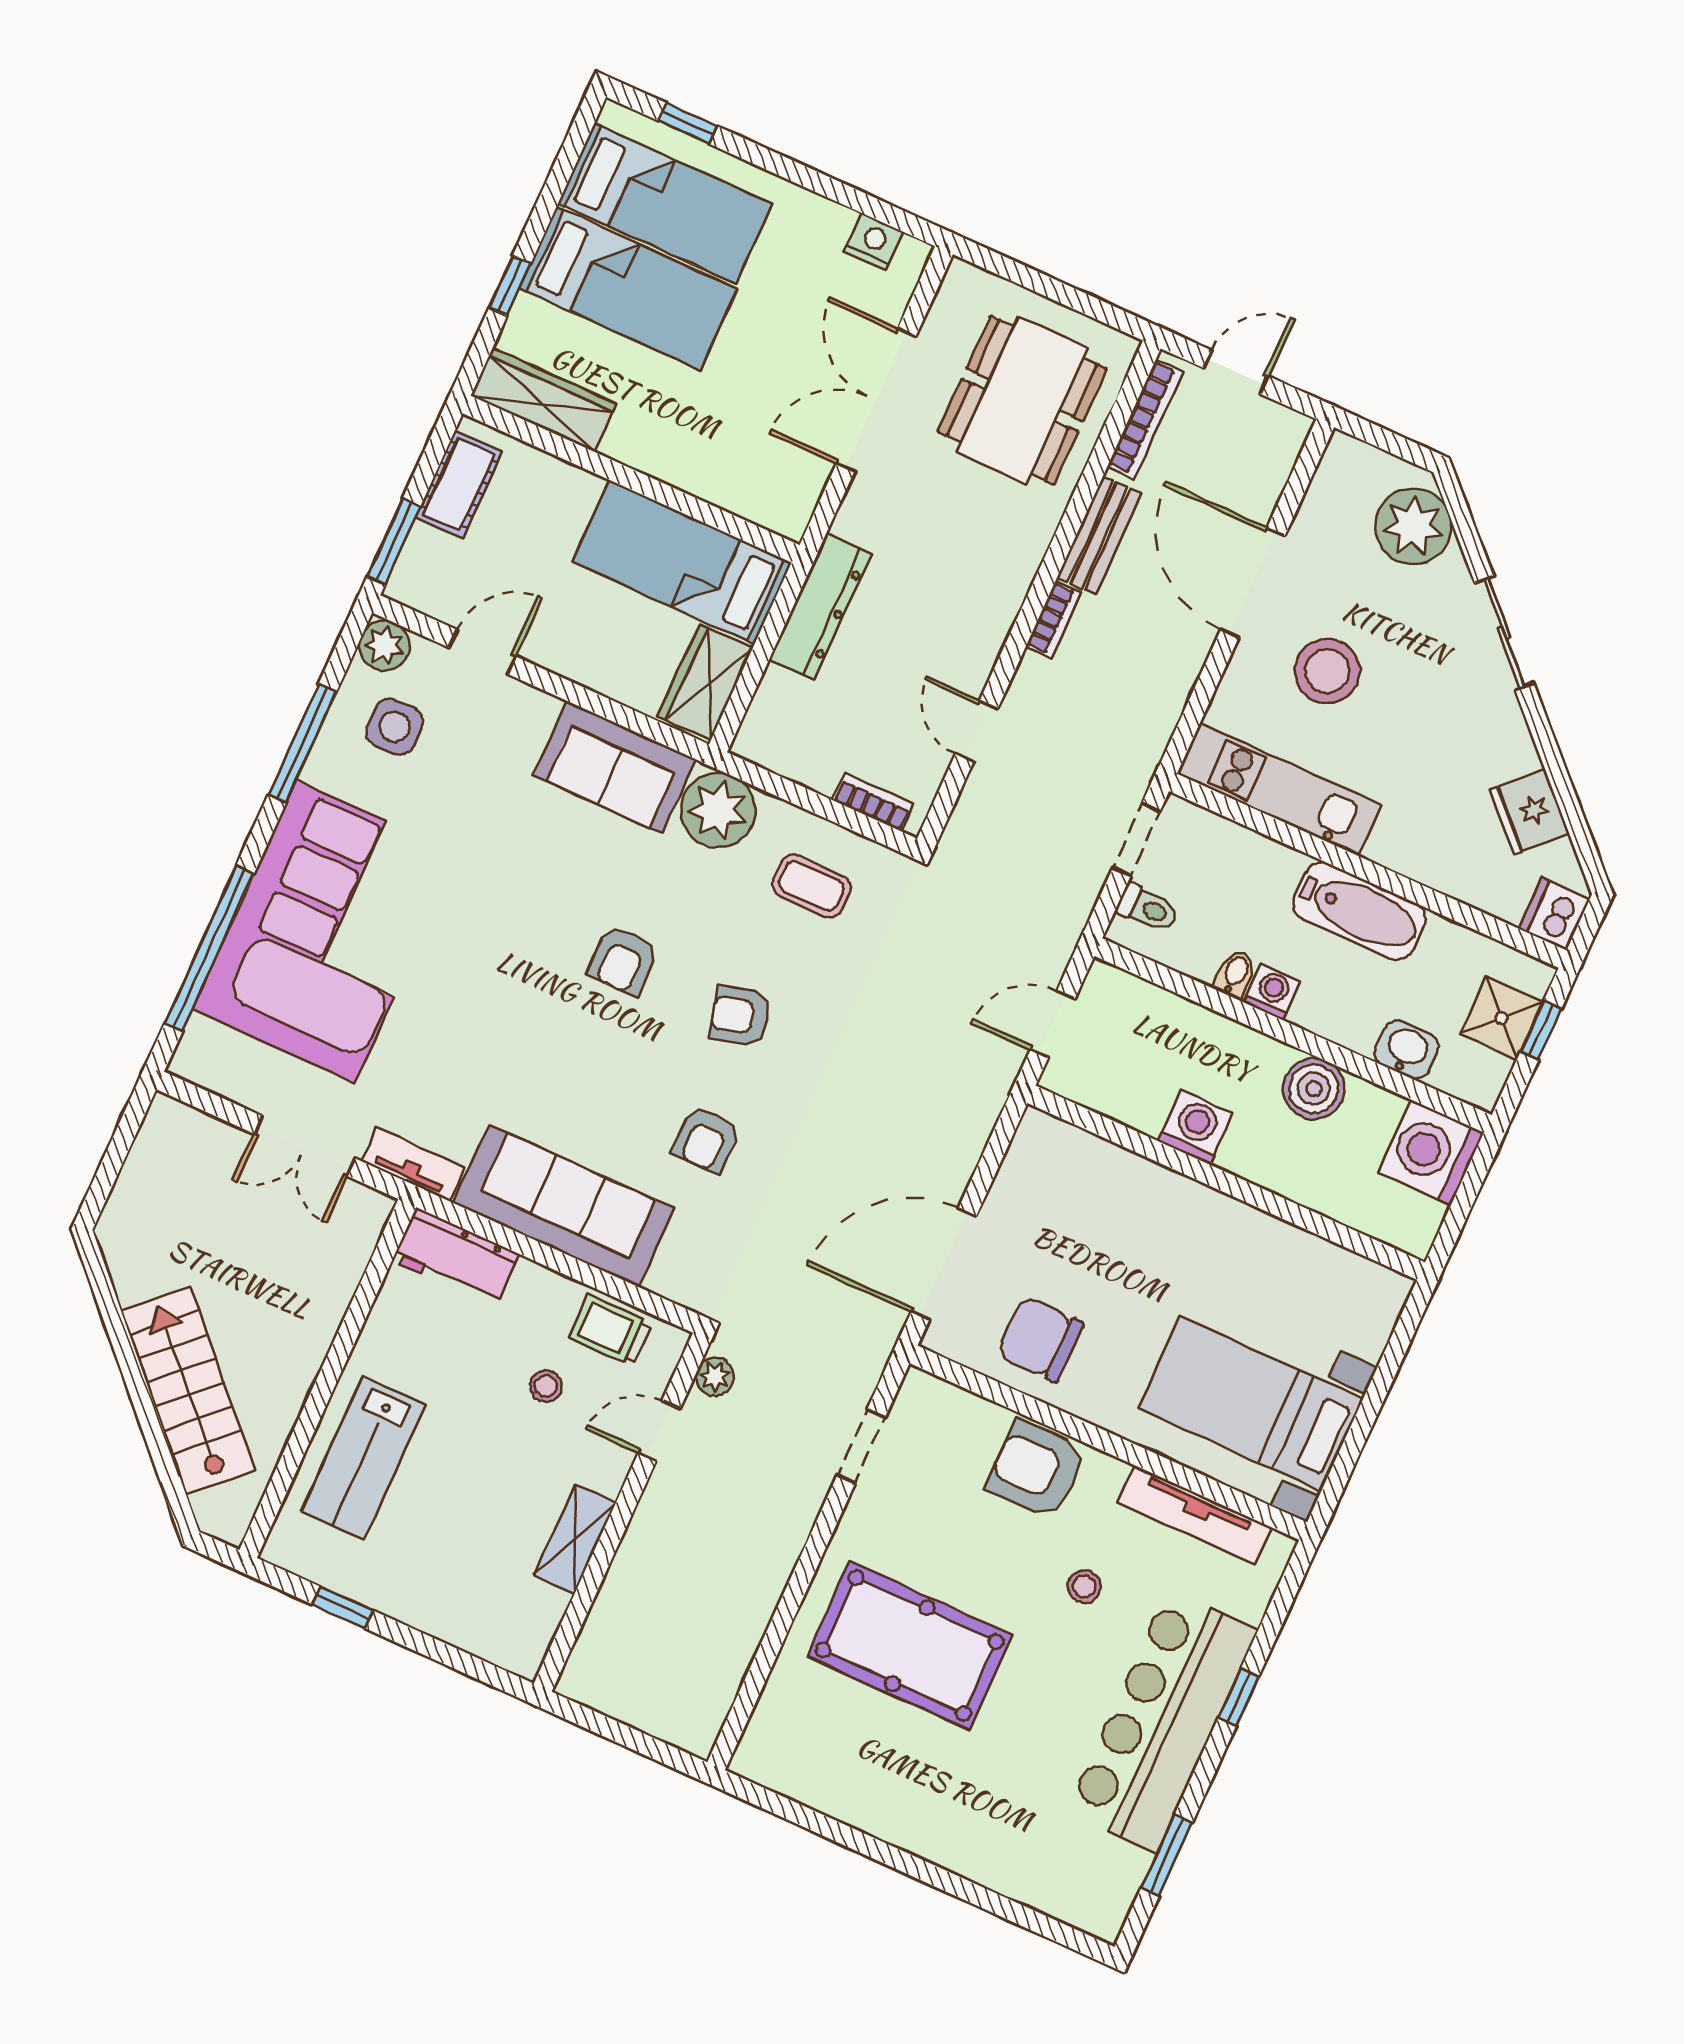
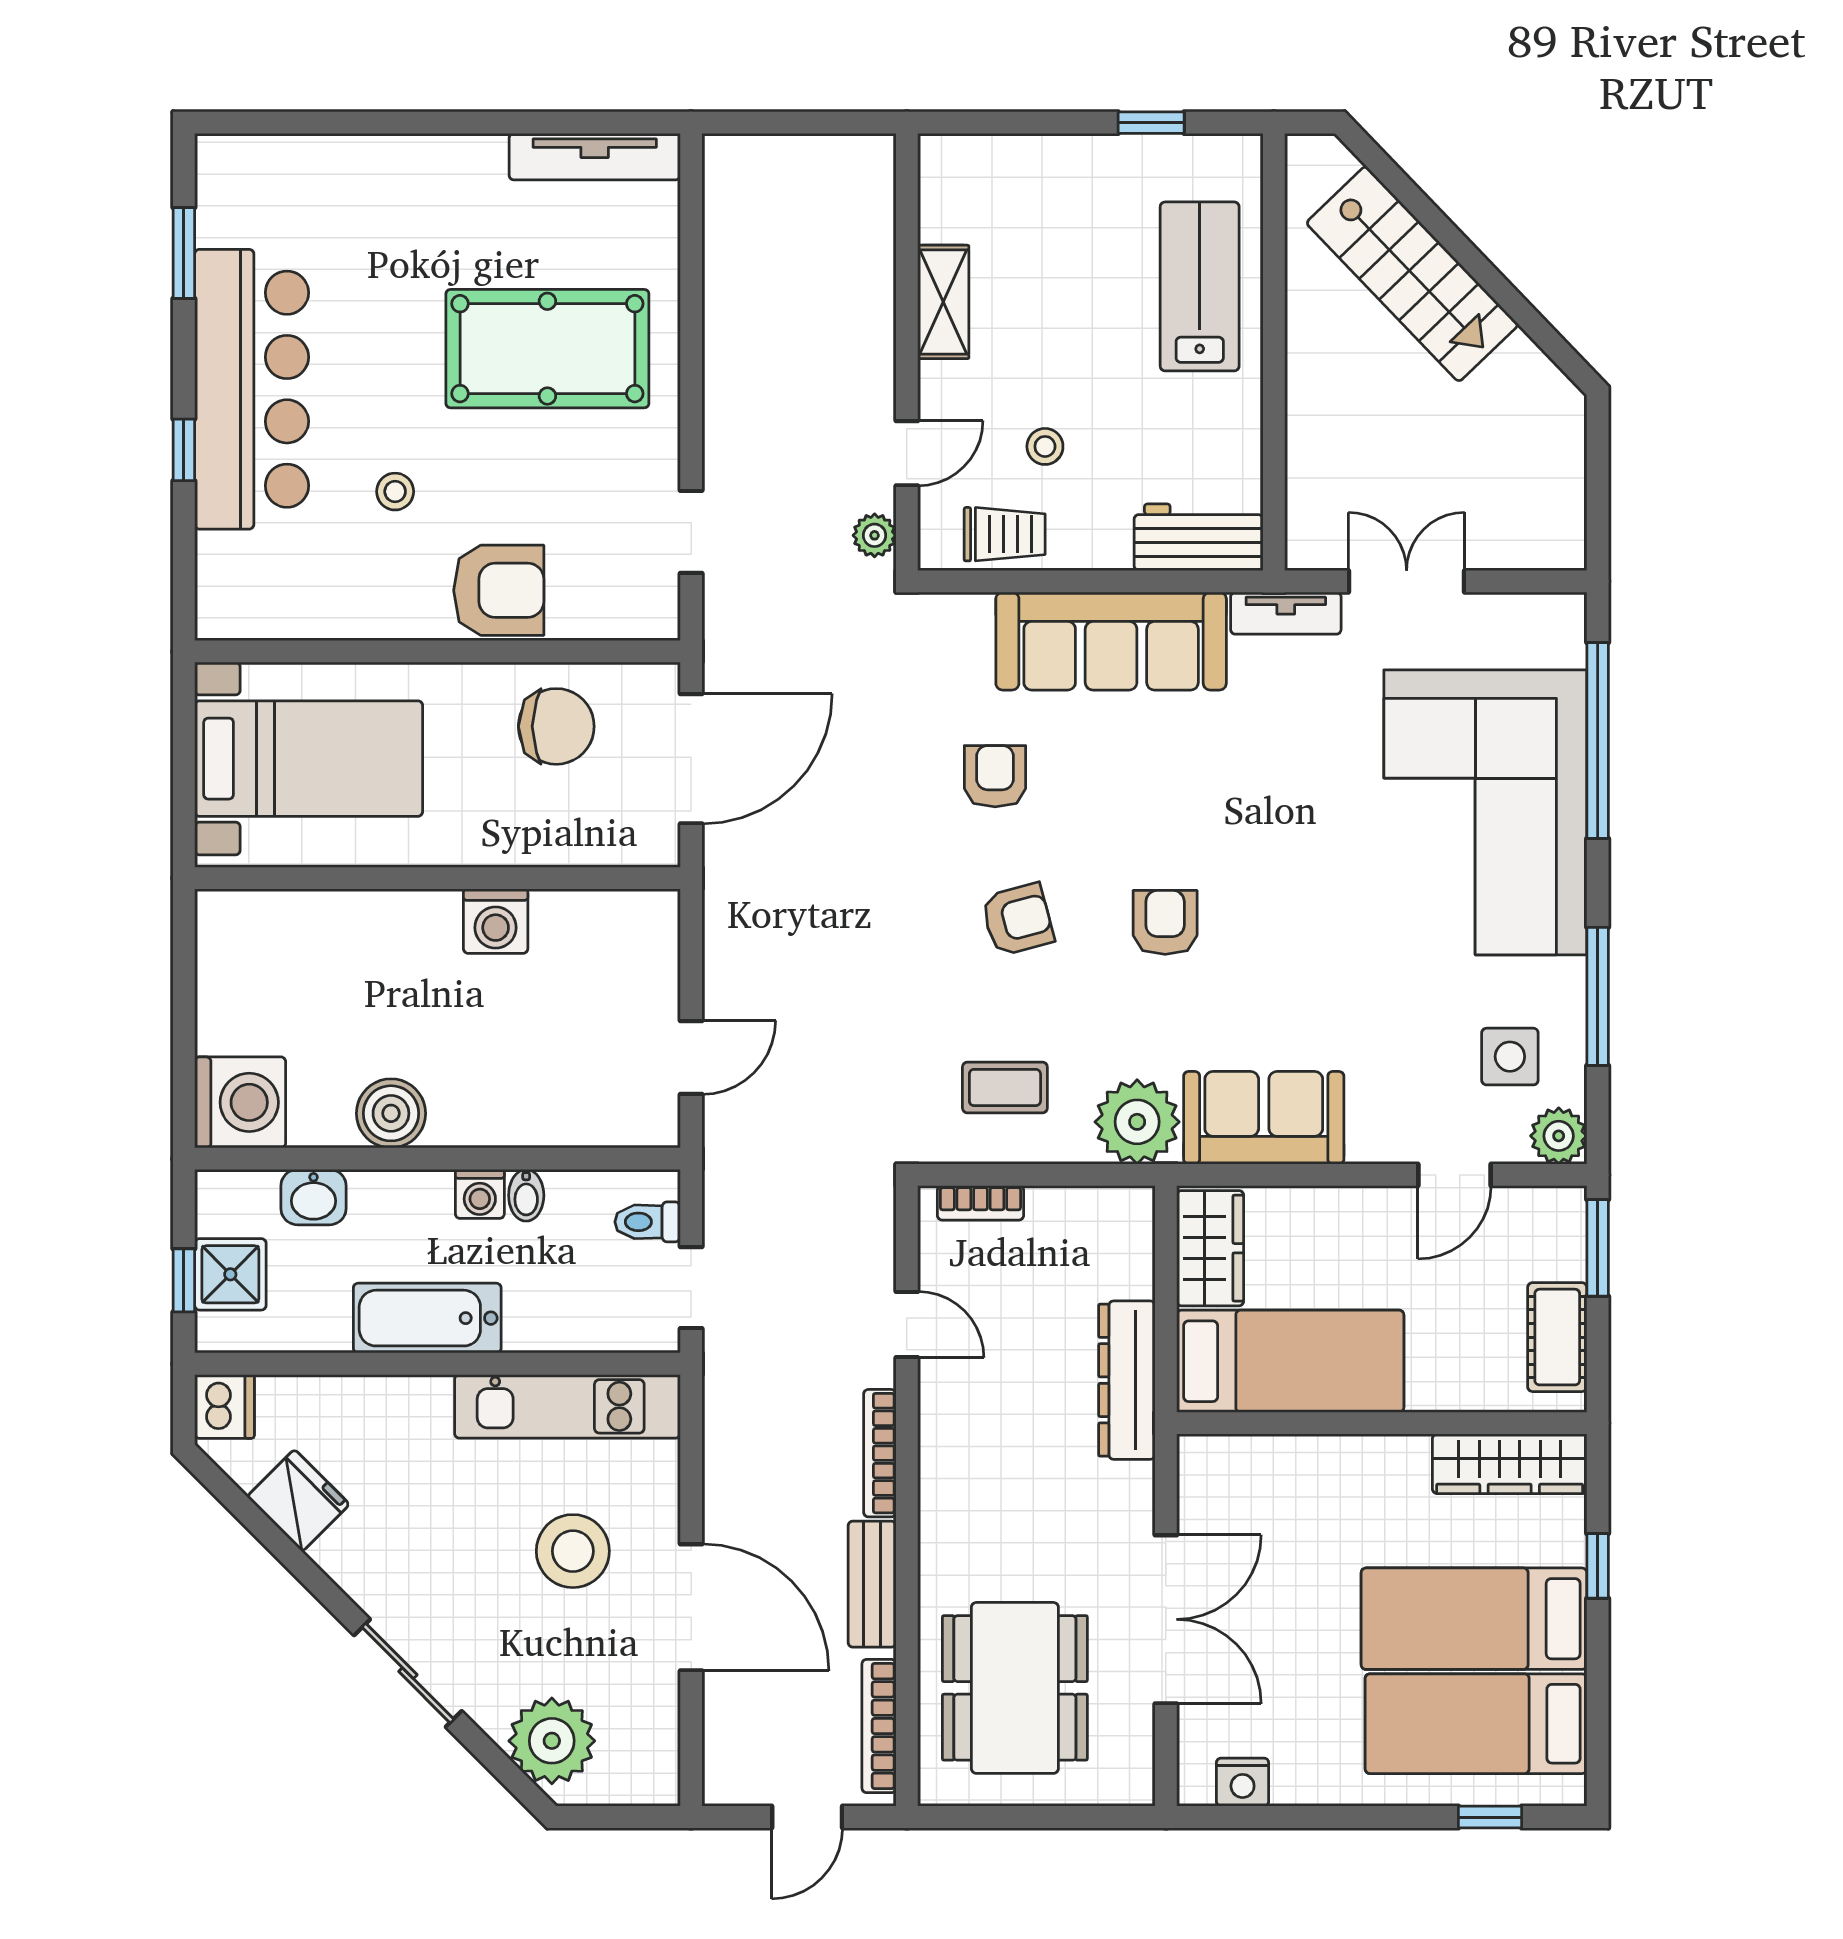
bookcase: (1053, 619) -> (880, 1453), width x1.56
washing machine: (1195, 1127) -> (496, 921), moved
wall: (1226, 1183) -> (437, 878), moved
tv unit: (1195, 1515) -> (595, 157), moved, turned 180

